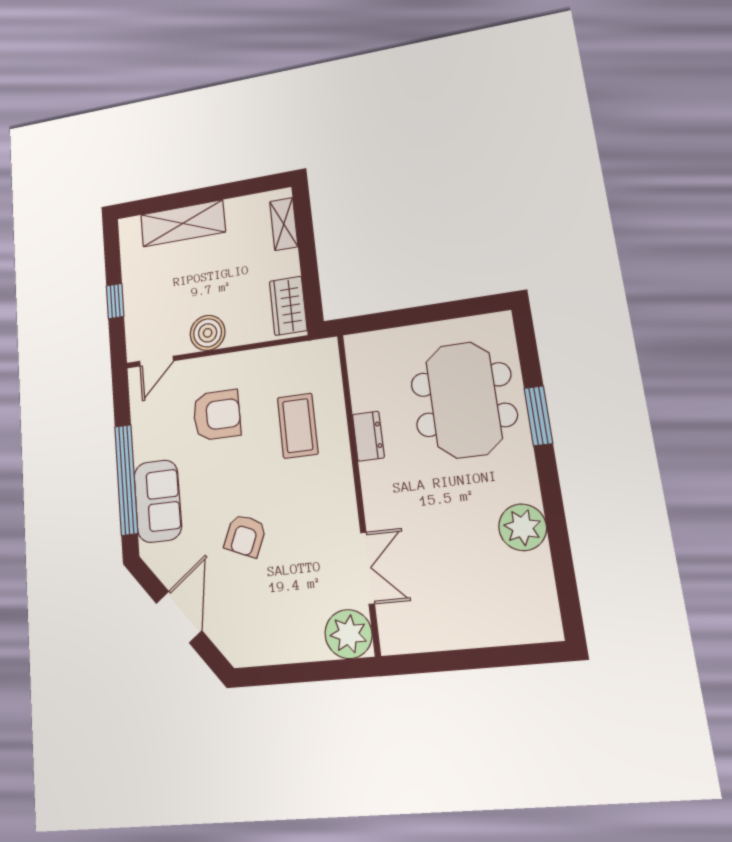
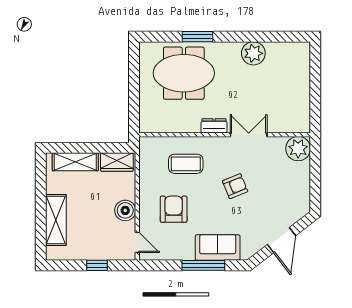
shelving: (284, 224) -> (75, 162), width x1.50, depth x1.33
dresser: (368, 436) -> (214, 126), moved
window: (126, 480) -> (203, 265), width x0.68
armchair: (245, 536) -> (235, 186), moved, turned -45
double door: (368, 568) -> (249, 135), moved
door: (179, 617) -> (281, 240), swing flipped

